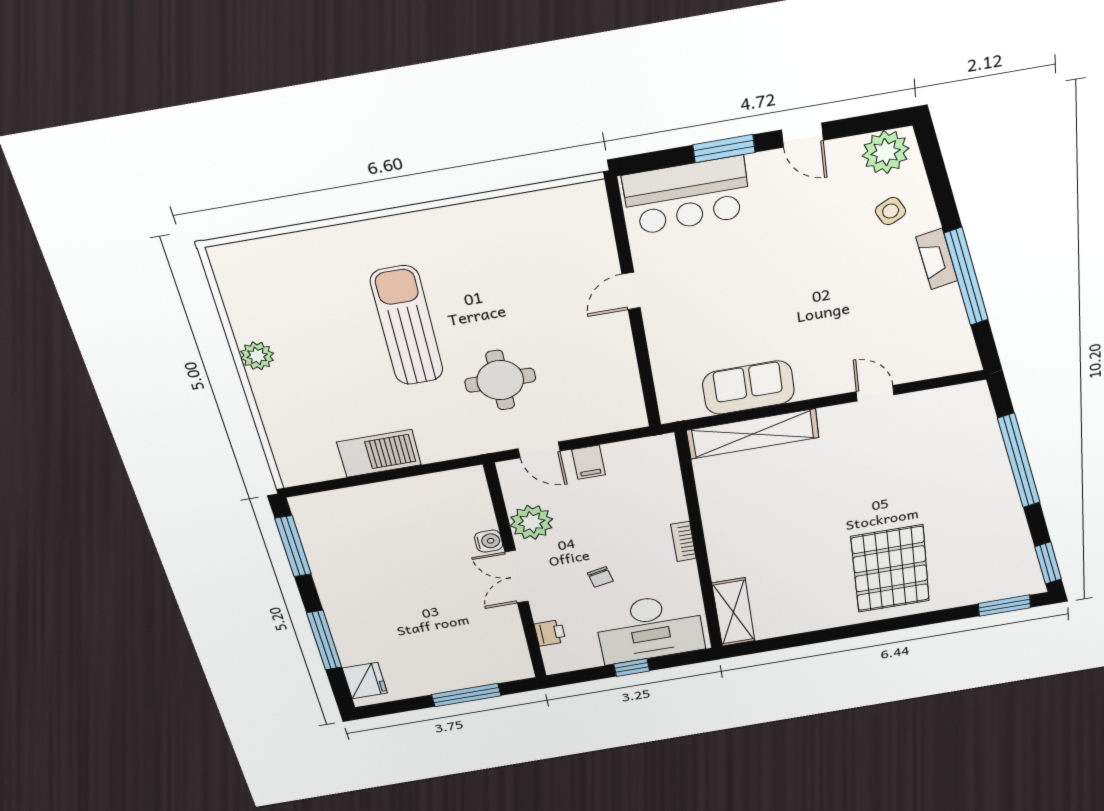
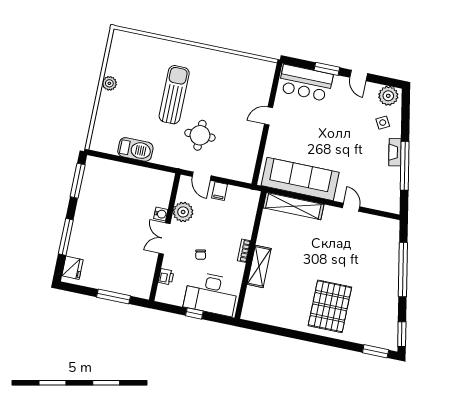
sofa: (748, 388) -> (300, 179), width x1.85, depth x1.27
shelving: (733, 612) -> (259, 266), moved

